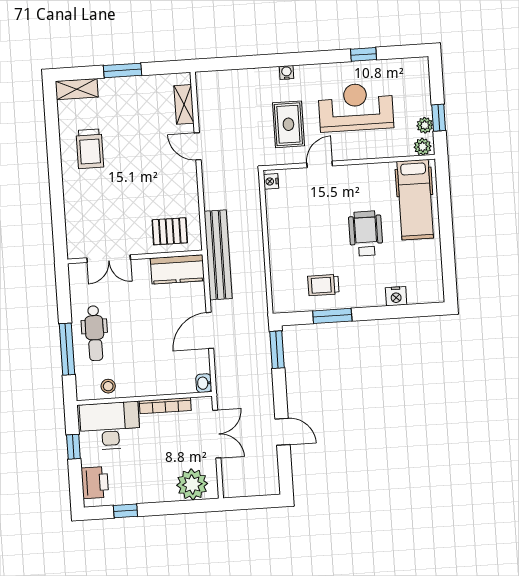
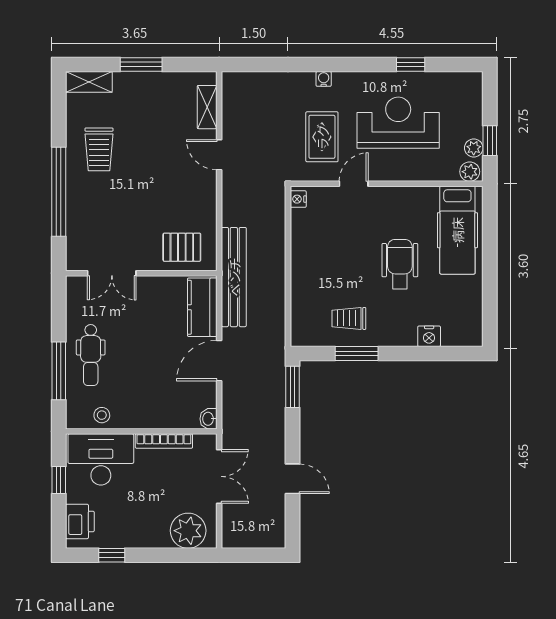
window: (56, 189) -> (59, 192), added
kitchen counter: (177, 269) -> (202, 307), moved, turned 90

